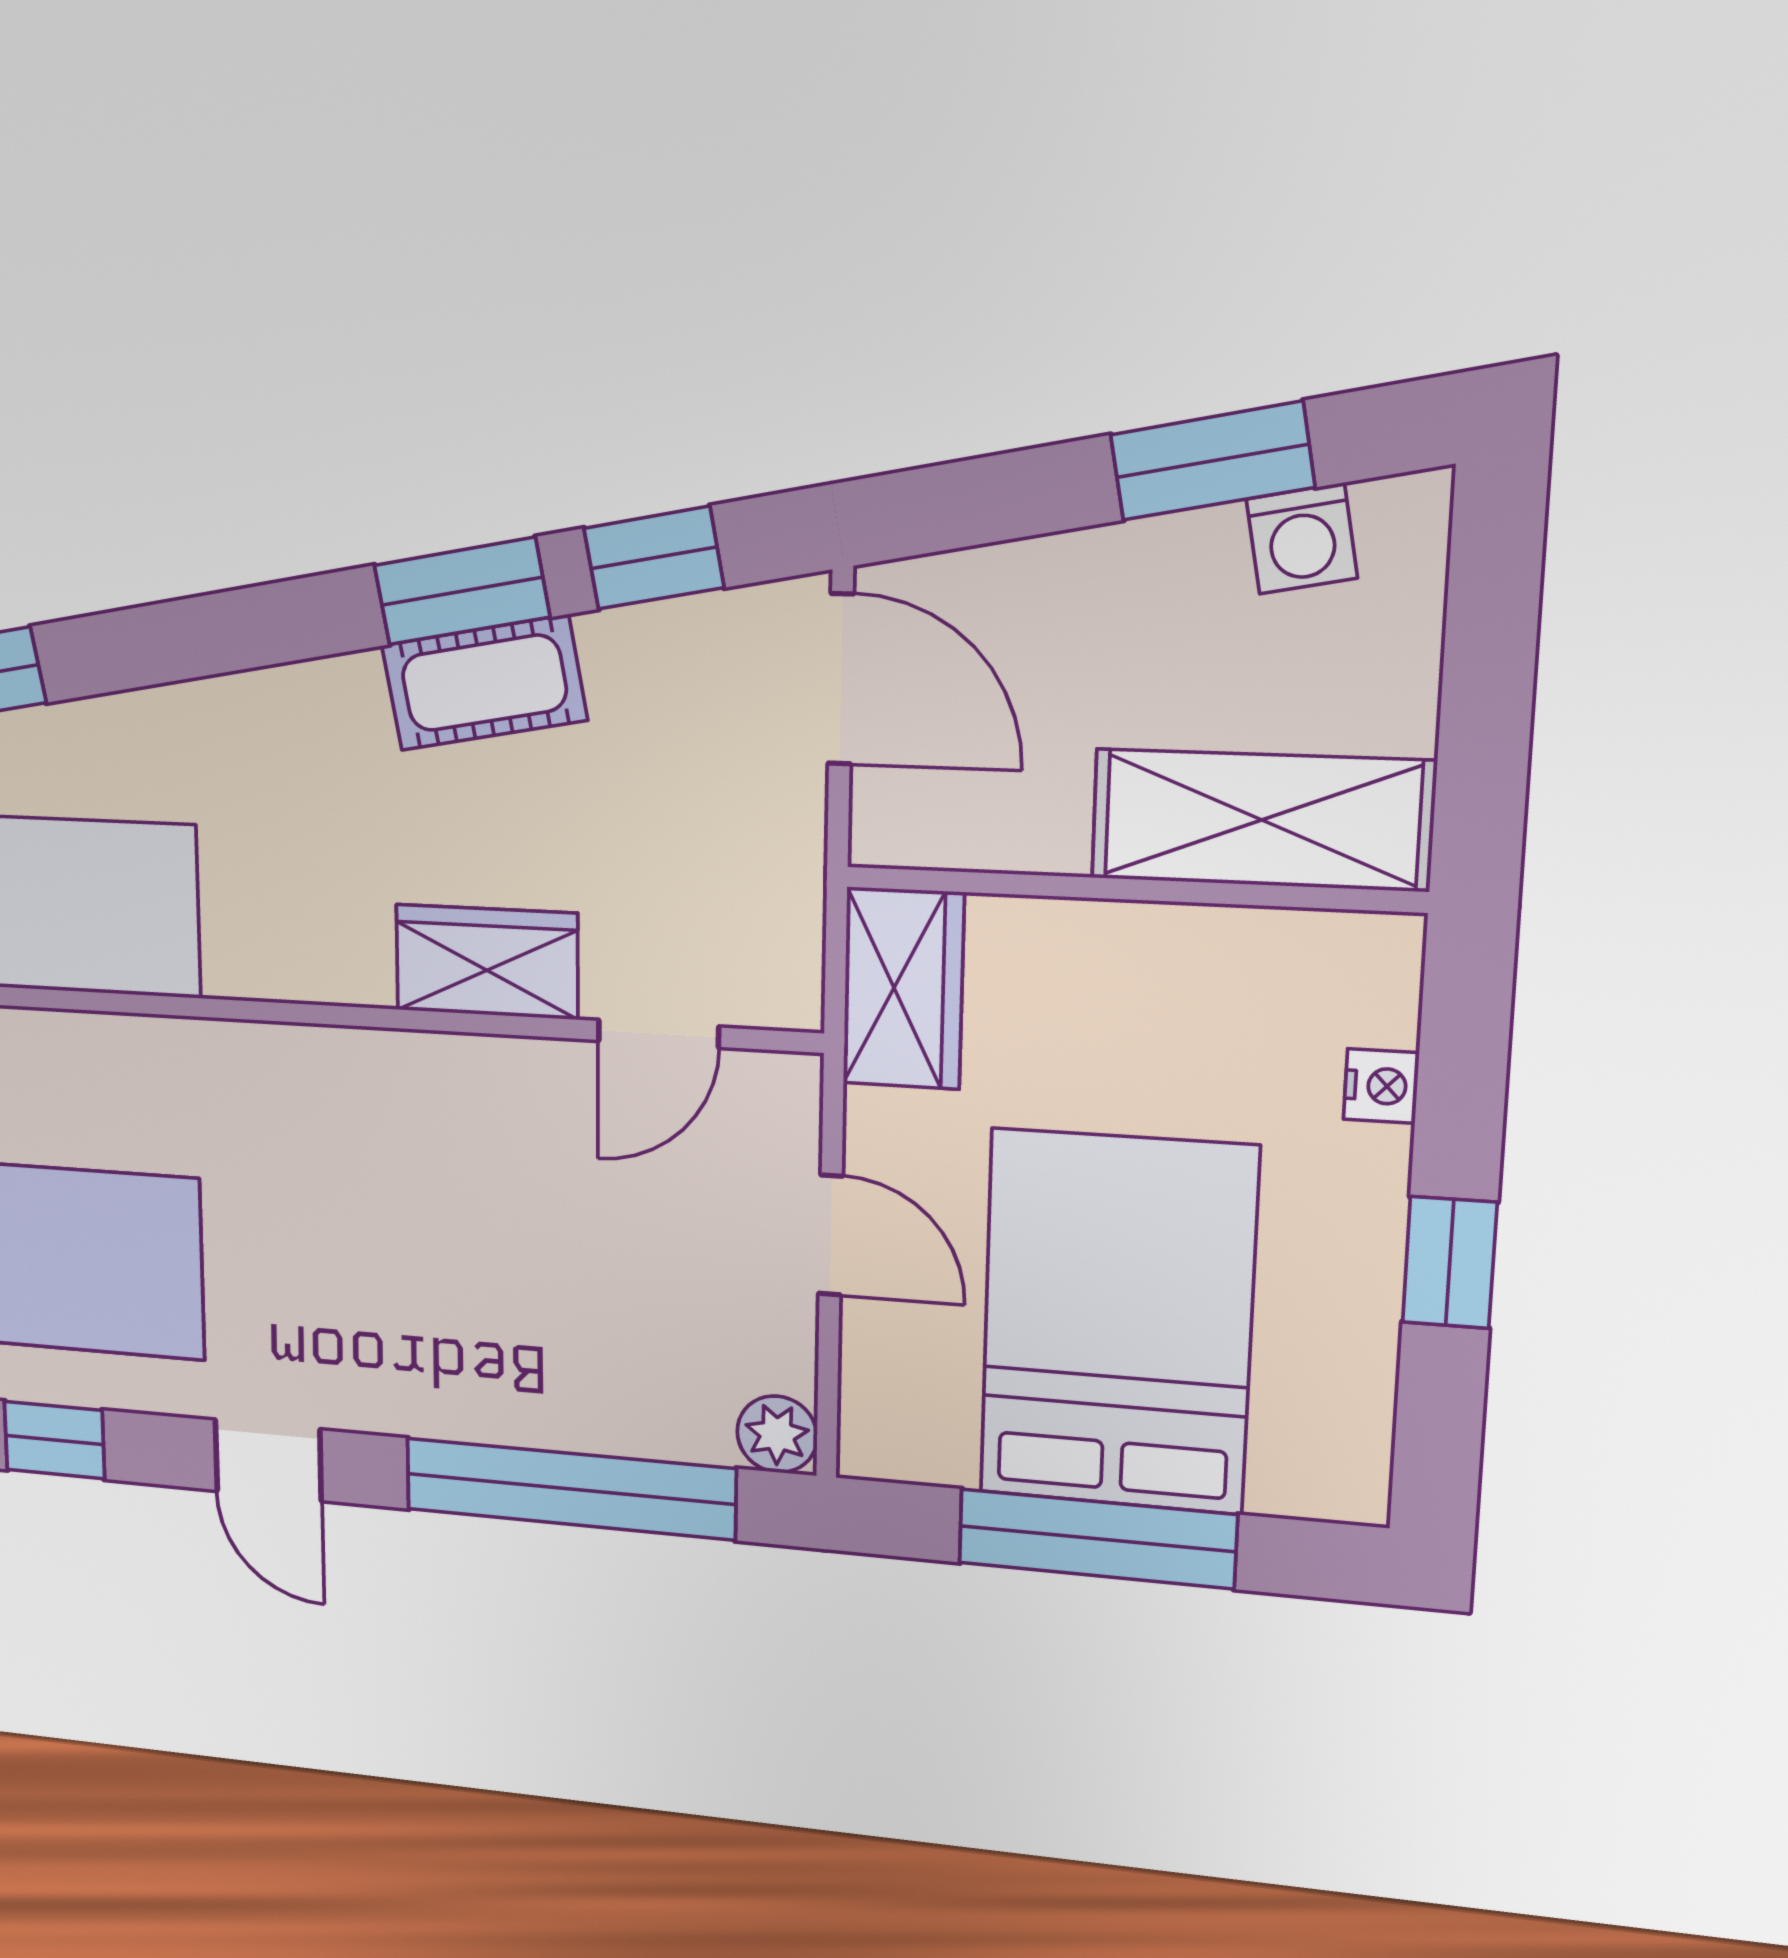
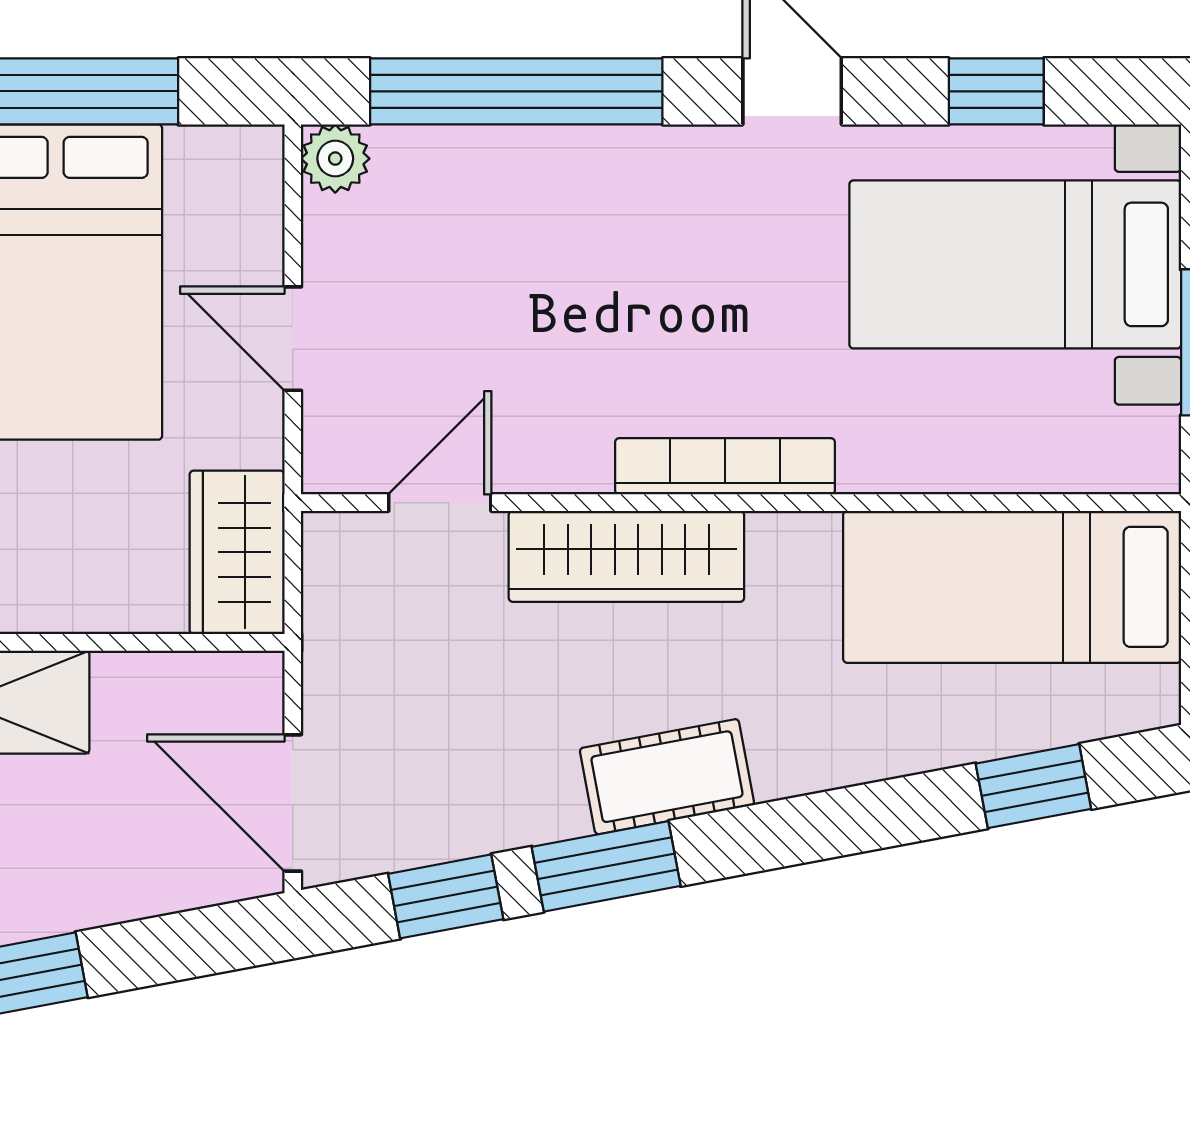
cot: (484, 683) -> (667, 777), moved
wardrobe: (487, 962) -> (626, 556), width x1.50
bookcase: (332, 1056) -> (725, 466), added

